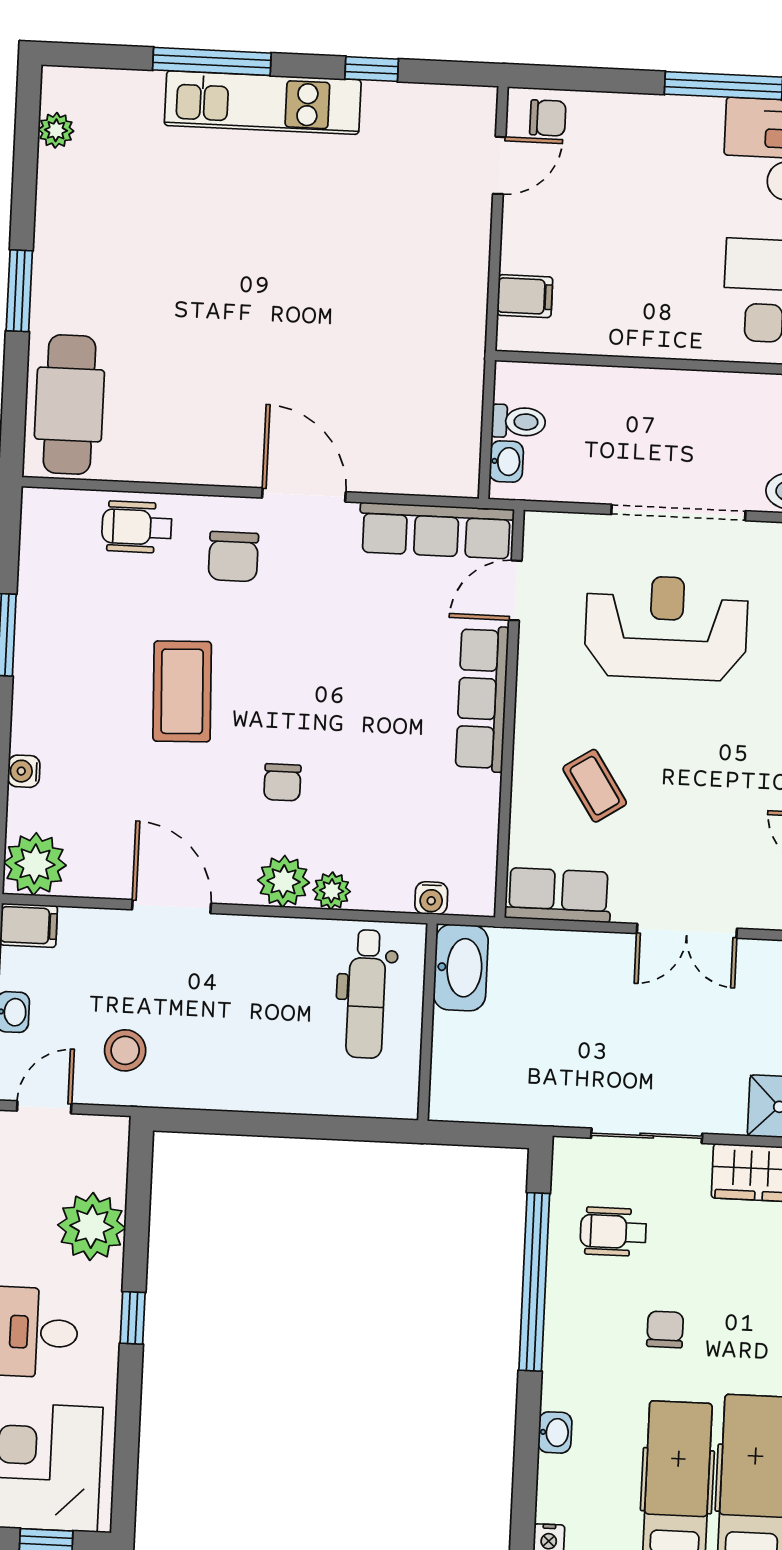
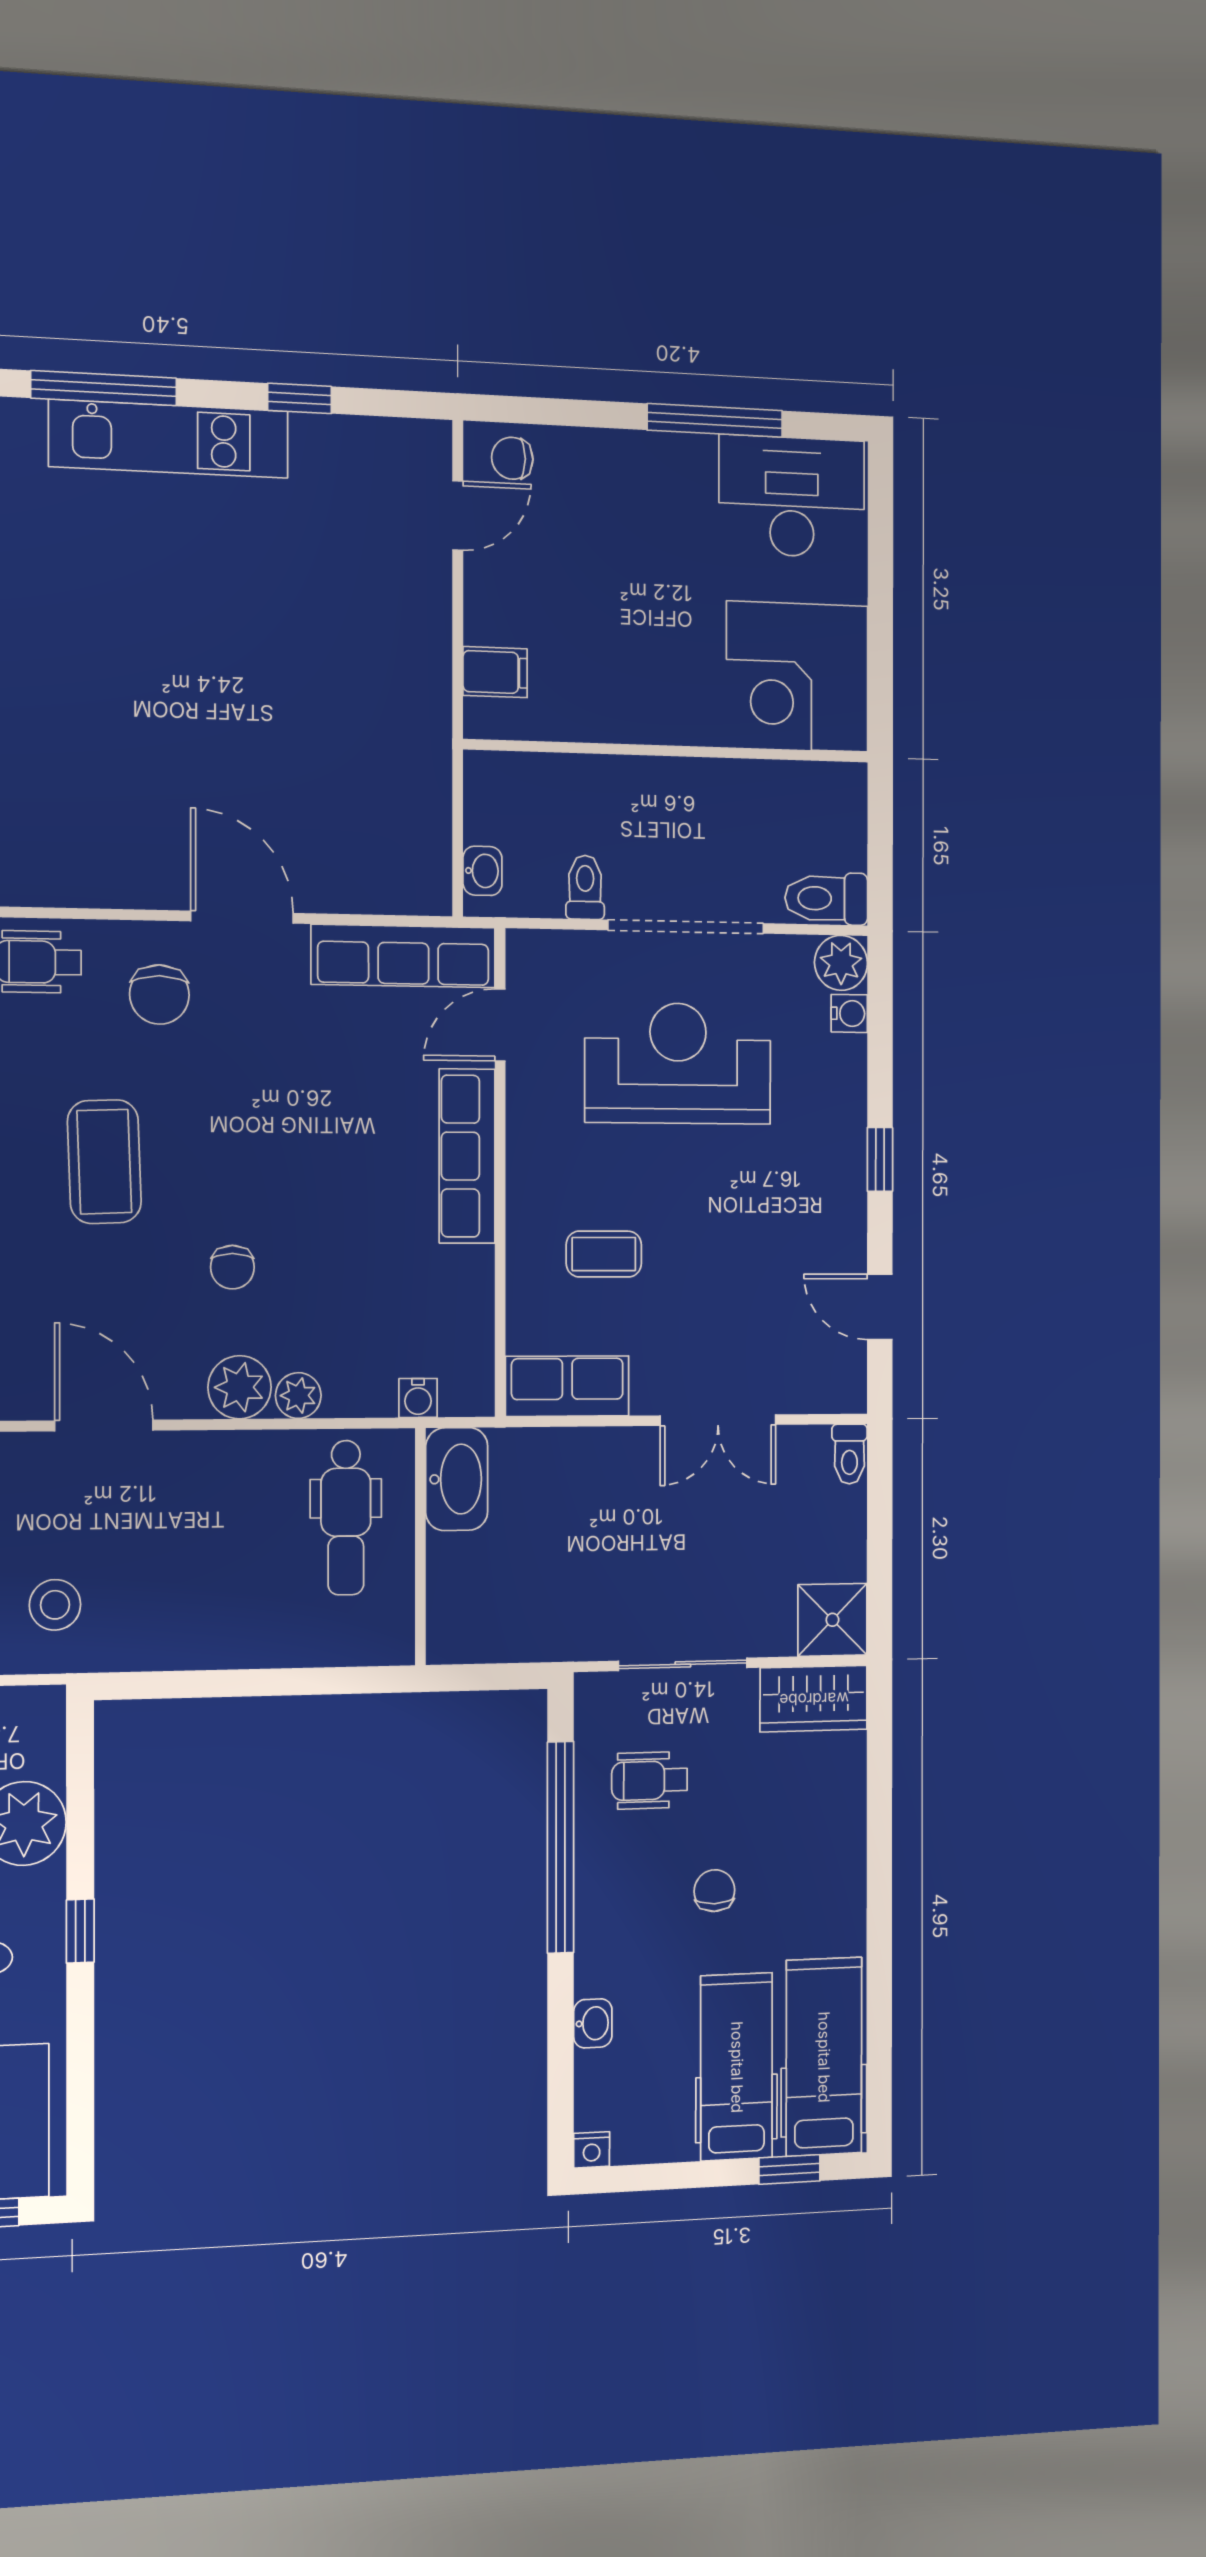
chair: (548, 118) -> (512, 458), turned 180
toilet: (518, 422) -> (585, 887), moved, turned -90
coffee table: (595, 786) -> (604, 1254), turned -57

